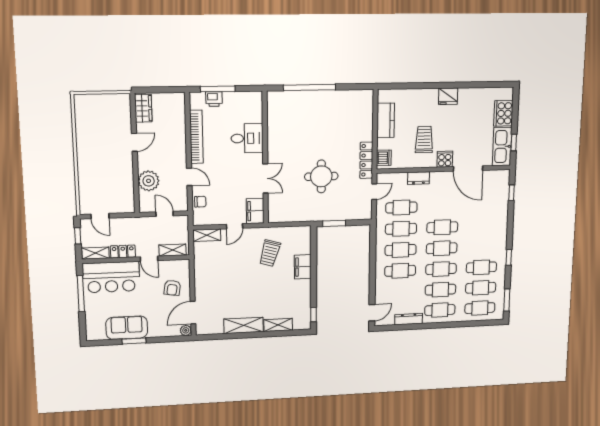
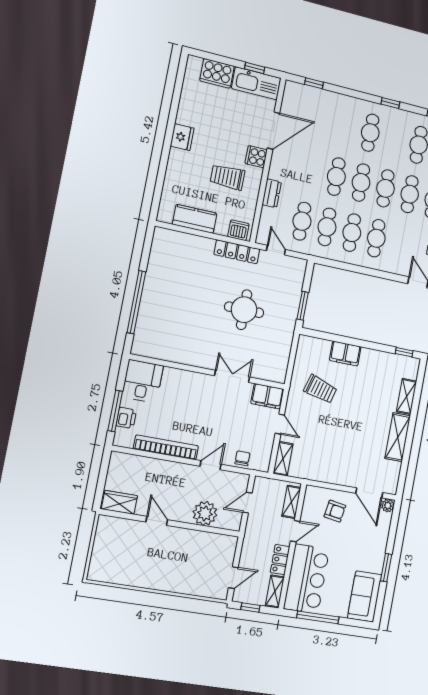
desk: (247, 138) -> (143, 381), moved
cafe table: (481, 267) -> (370, 133), moved
sofa: (127, 328) -> (365, 596), moved

